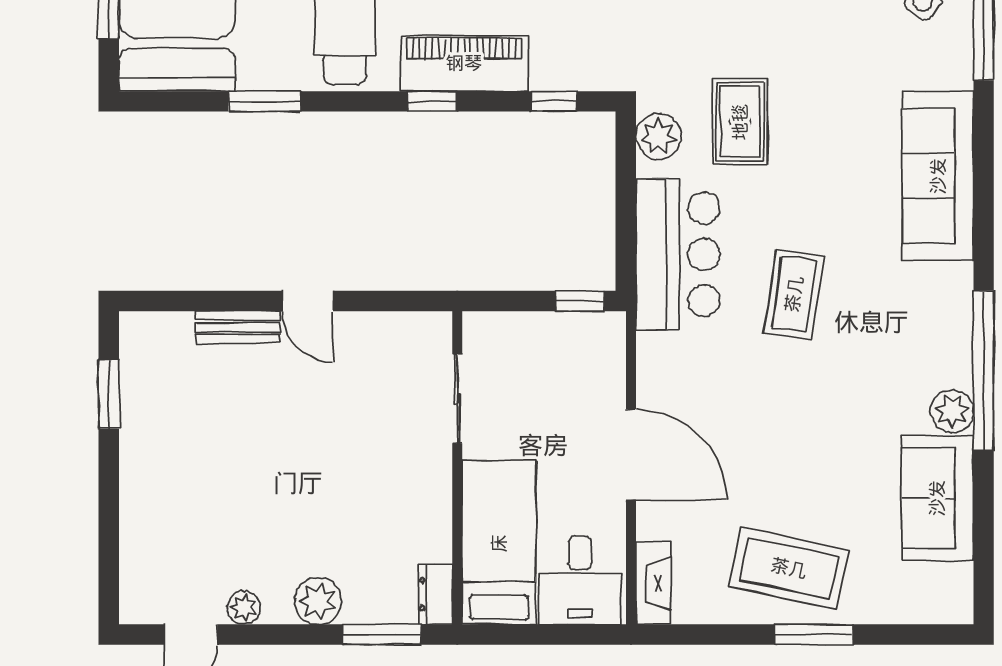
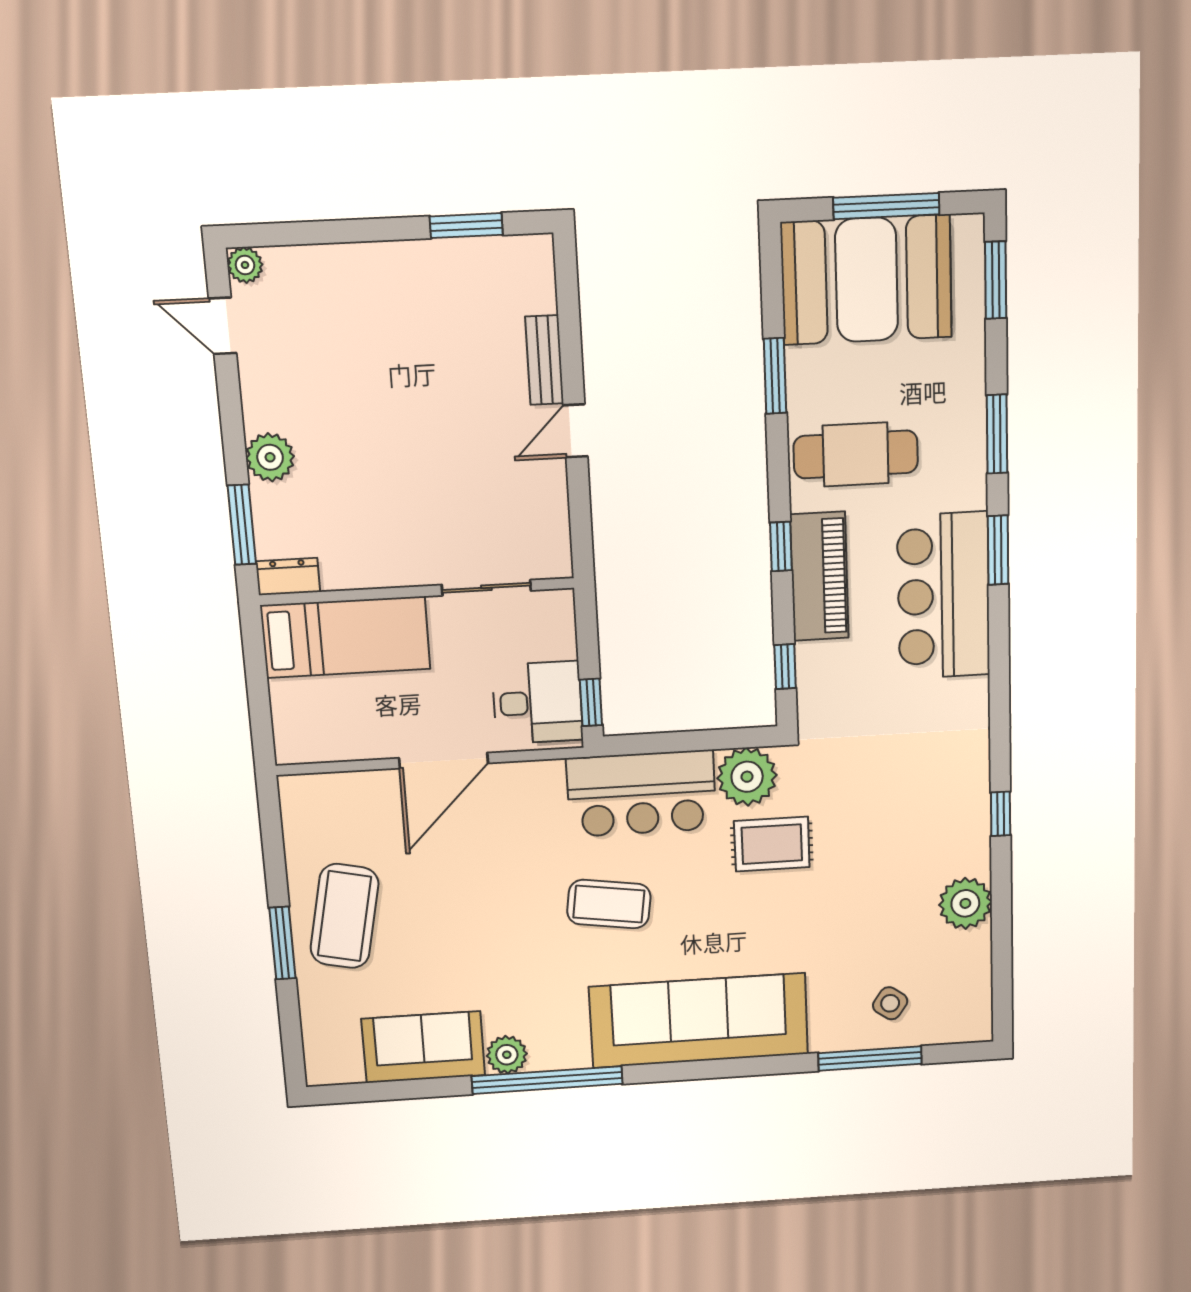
plant: (658, 136) -> (747, 777), width x1.36, depth x1.36
sofa: (938, 176) -> (699, 1020), width x1.36, depth x1.27
desk: (580, 580) -> (537, 703), moved, turned 180
fireplace: (653, 583) -> (318, 790), removed
plant: (244, 608) -> (245, 265), moved

